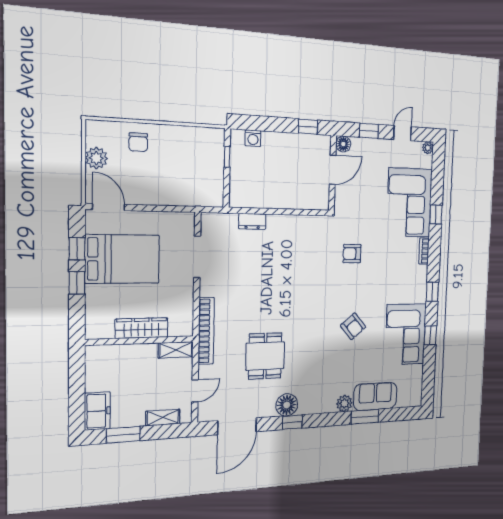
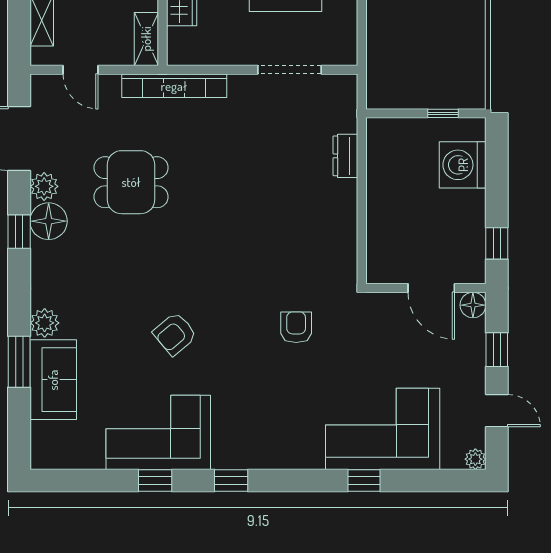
washing machine: (253, 138) -> (463, 165), width x1.89, depth x1.89
bookcase: (424, 251) -> (301, 461), removed
plant: (266, 409) -> (44, 186), added

